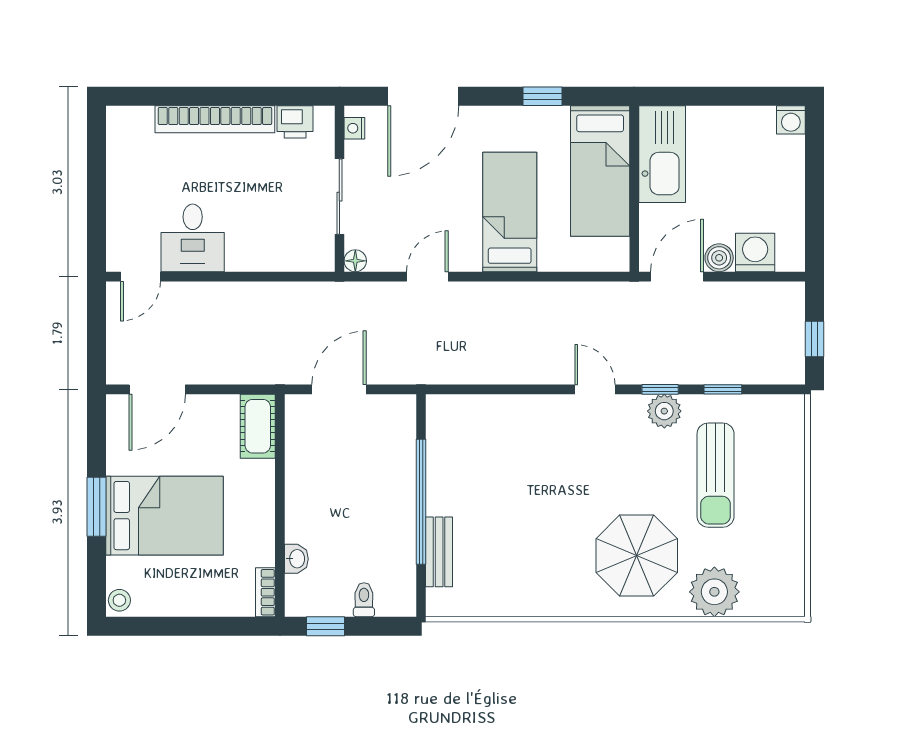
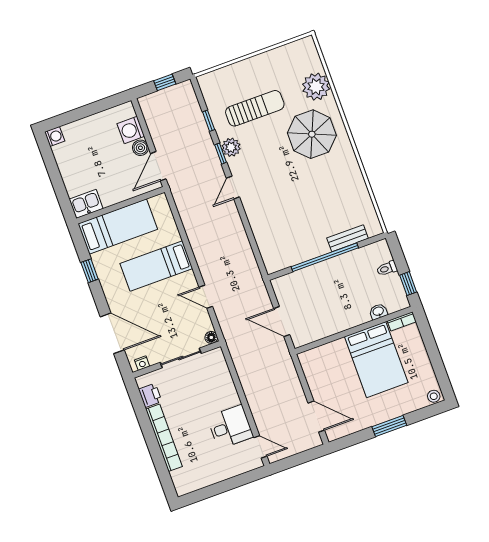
kitchen sink: (662, 154) -> (86, 204), width x0.53, depth x0.81
door: (677, 277) -> (158, 166), hinge flipped
cot: (258, 426) -> (316, 357), removed
bed: (164, 516) -> (376, 360), moved, turned 180

